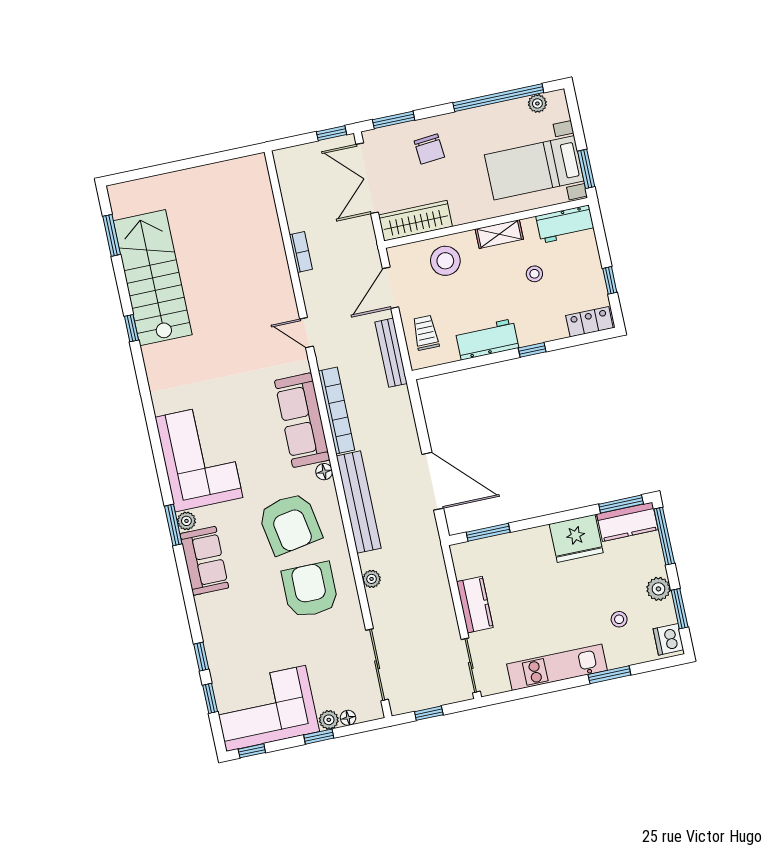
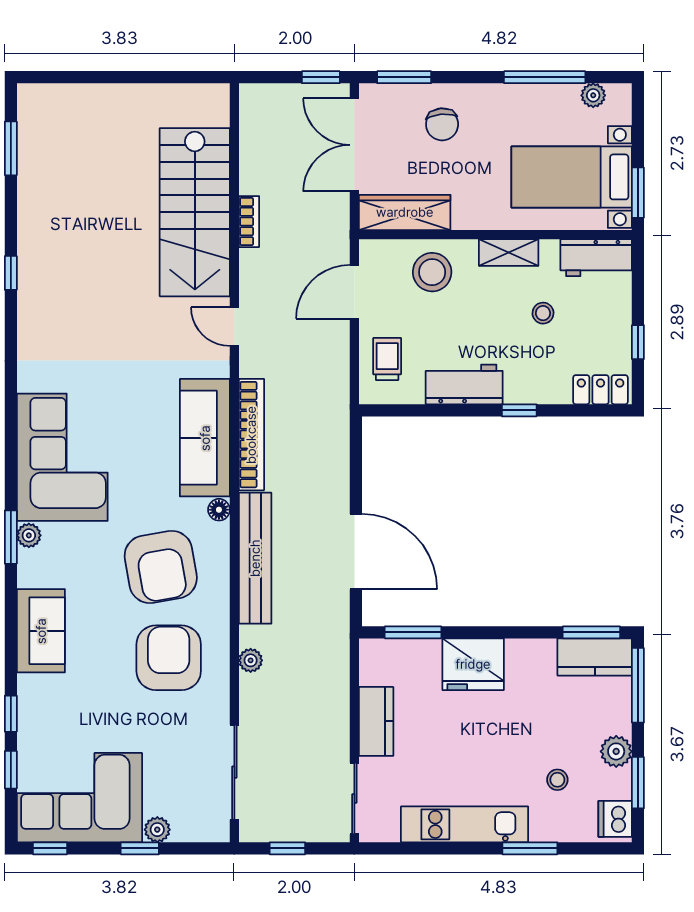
window: (498, 98) -> (545, 77), width x0.68
stairs: (153, 278) -> (195, 212), moved, turned 180
bench: (391, 353) -> (337, 375), removed
fridge: (576, 538) -> (473, 664), moved
sofa: (204, 561) -> (41, 631), moved
floor lamp: (348, 718) -> (182, 832), removed

